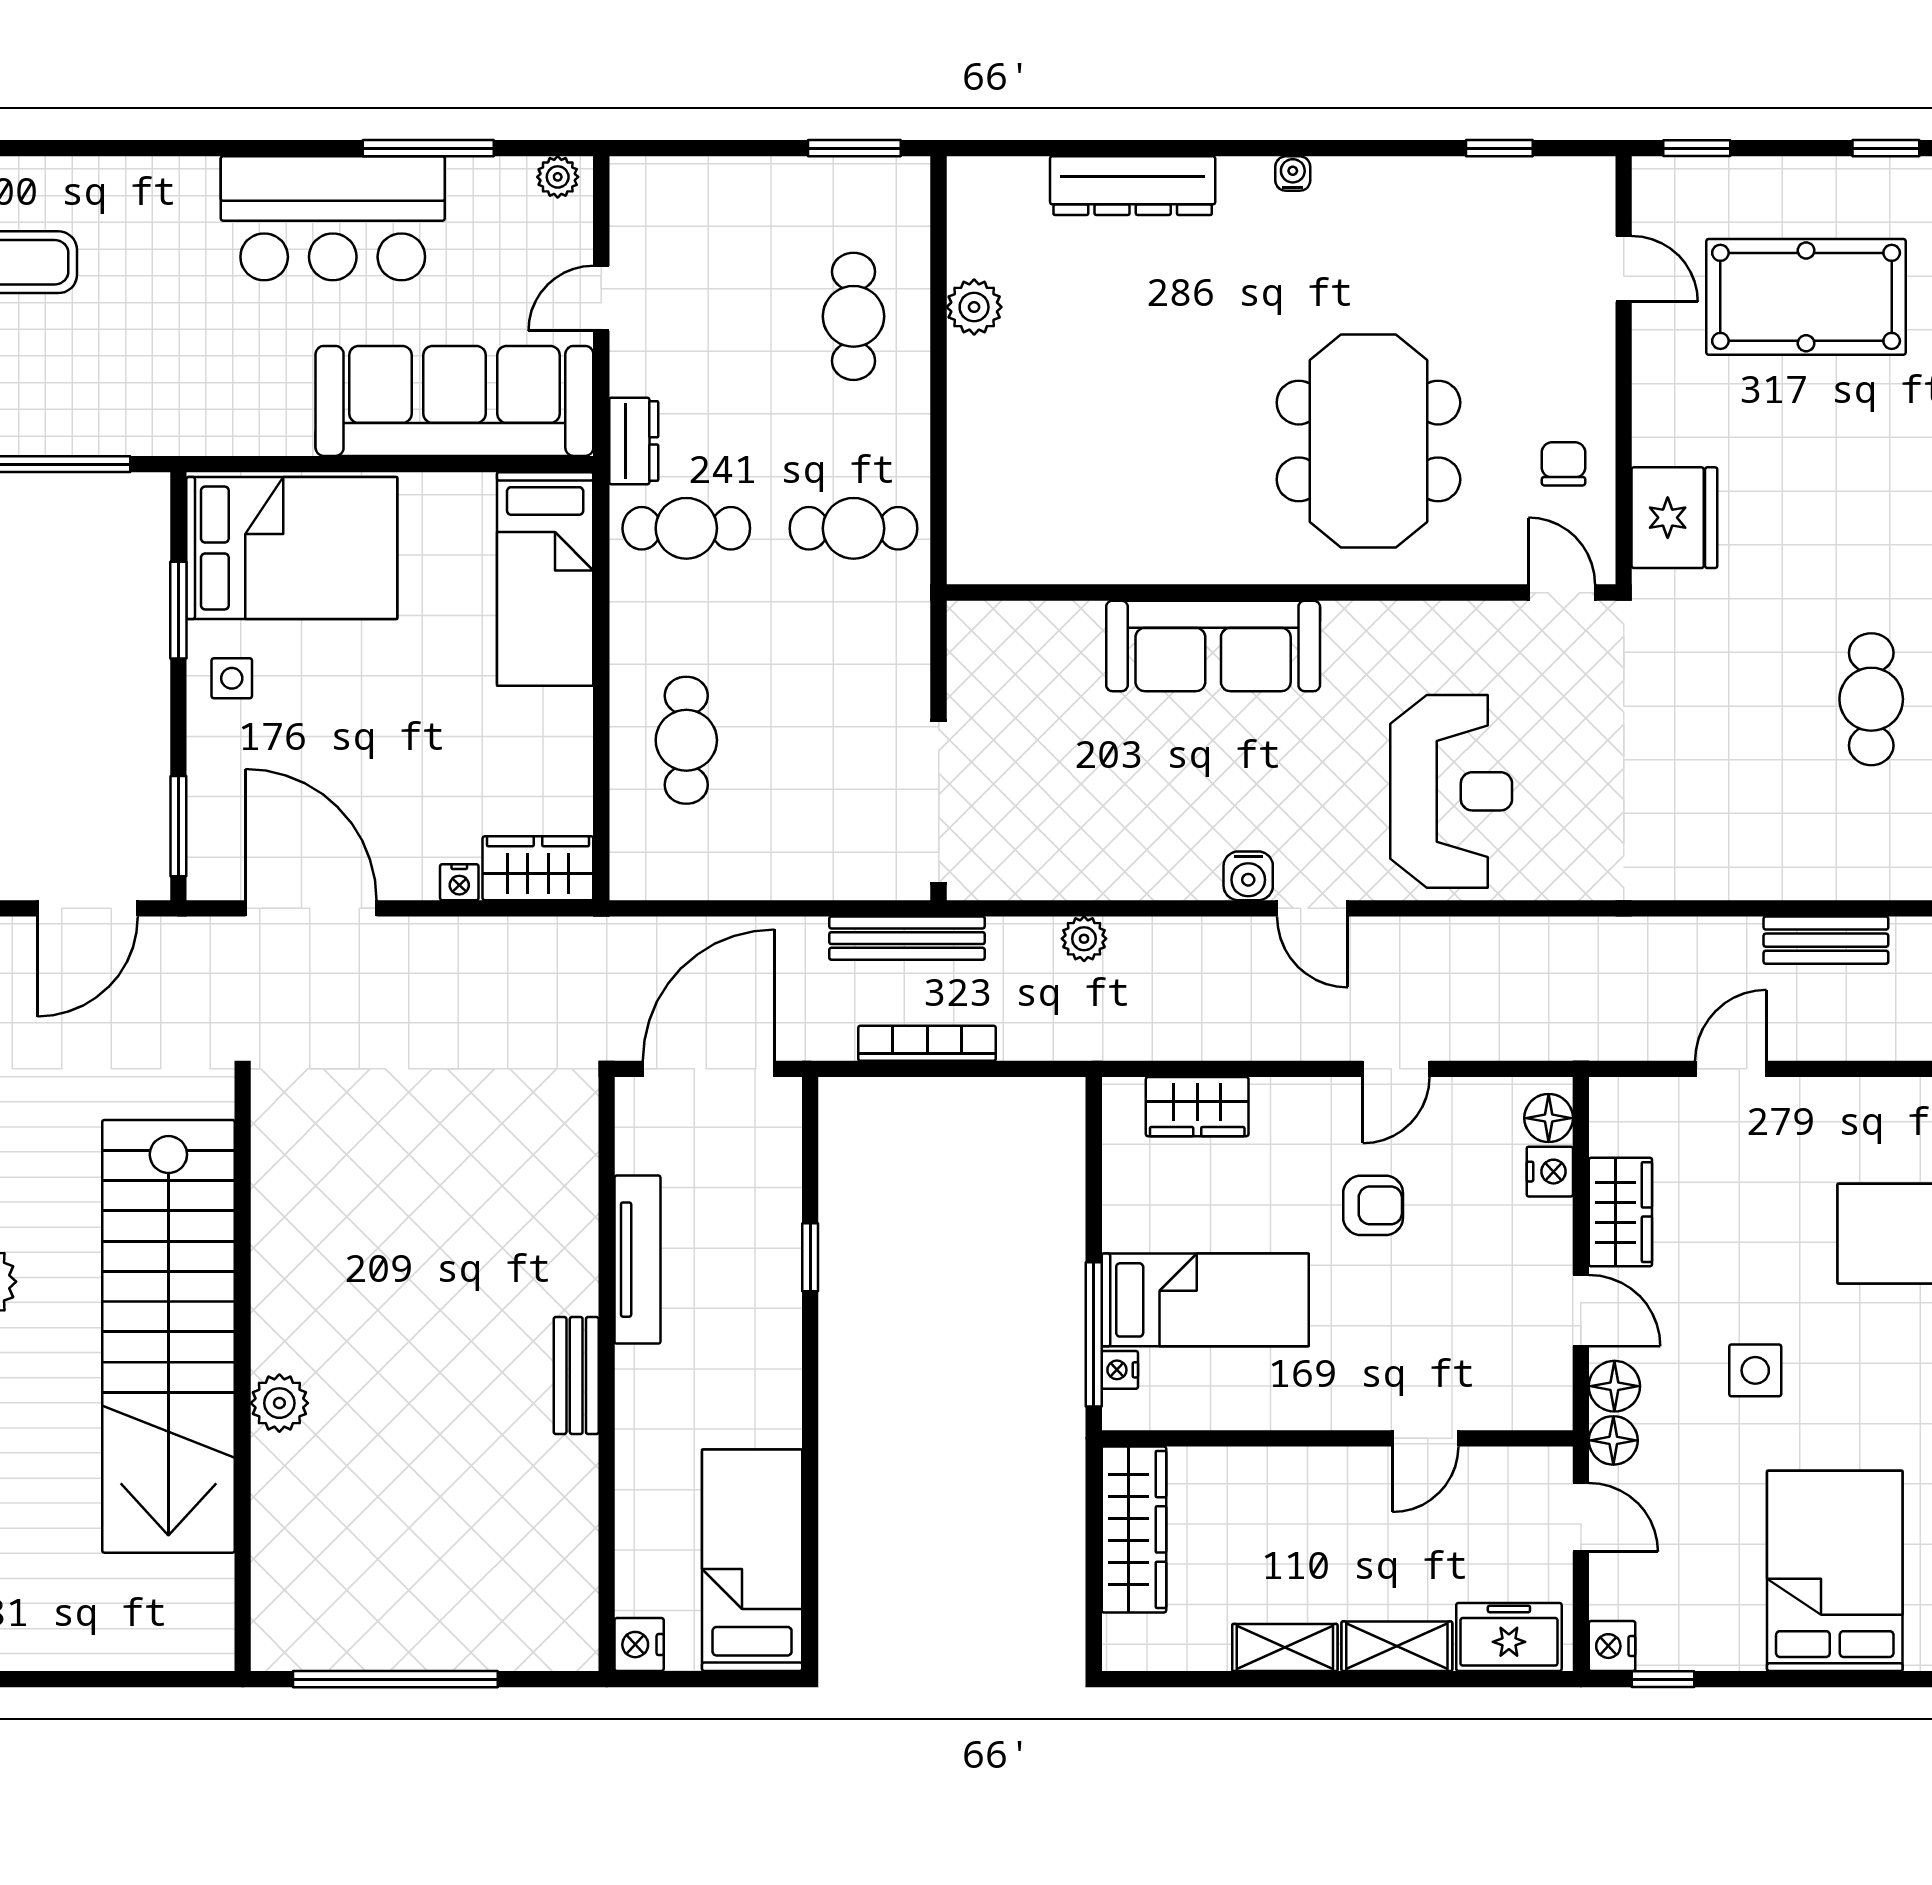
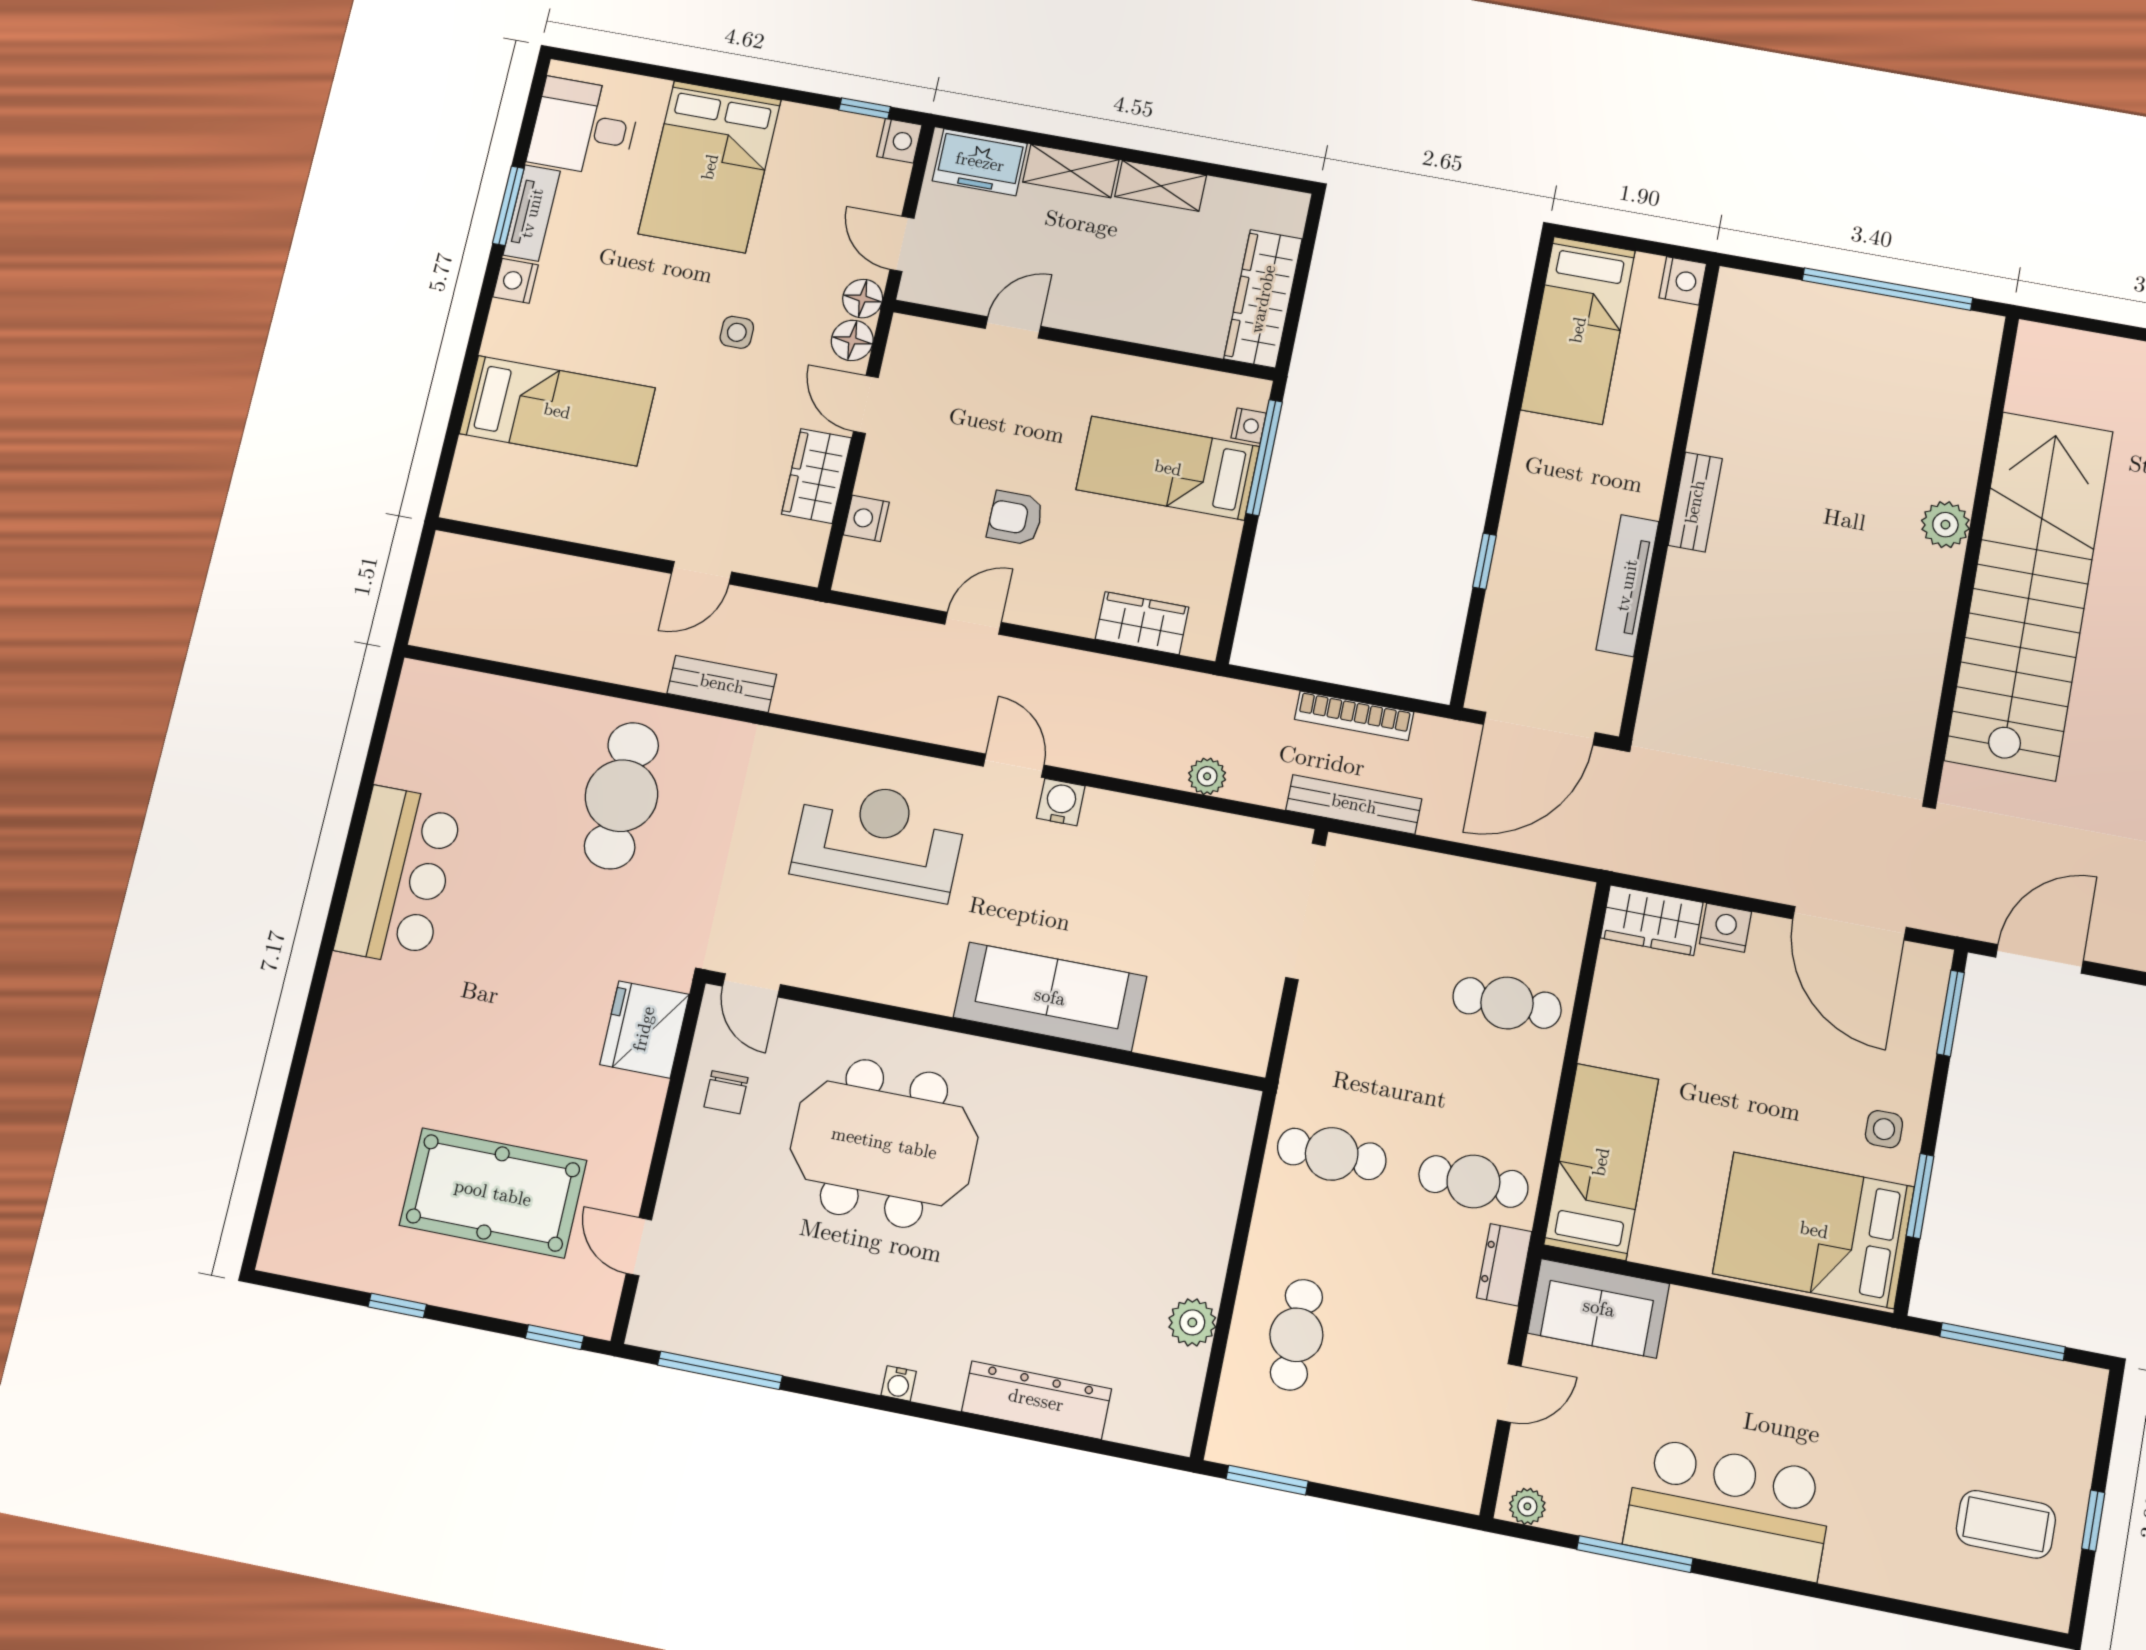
window: (1499, 148) -> (720, 1370), width x2.17
sofa: (454, 401) -> (1599, 1308), width x0.54, depth x0.79
meeting table: (1368, 441) -> (884, 1143), turned 90
cafe table: (1871, 699) -> (621, 796), moved, width x1.37, depth x1.35
cafe table: (686, 740) -> (1507, 1003), turned 90
reception desk: (1451, 791) -> (879, 839), turned 90
nightstand: (459, 882) -> (1726, 928), width x1.39, depth x1.35
bench: (1826, 940) -> (722, 684), moved
floor lamp: (1549, 1118) -> (858, 561), removed
side table: (1755, 1370) -> (737, 332), width x0.73, depth x0.73

